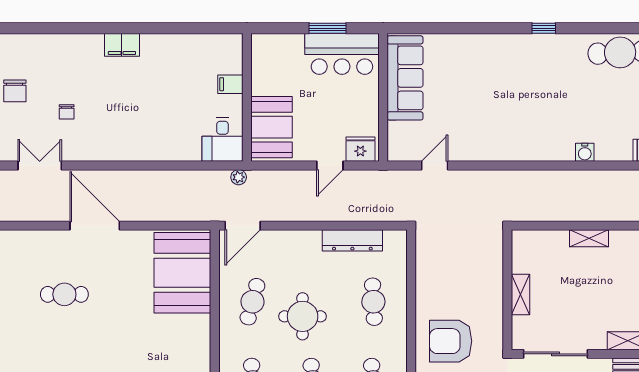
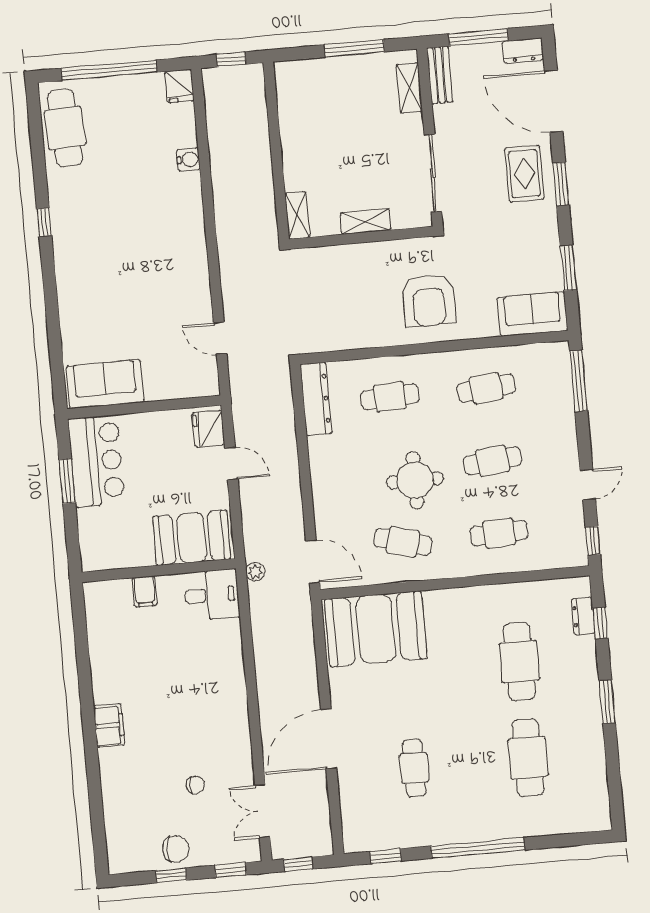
sofa: (405, 78) -> (105, 384), width x0.73
shelving: (589, 238) -> (297, 215), moved
dresser: (352, 240) -> (316, 399), moved

